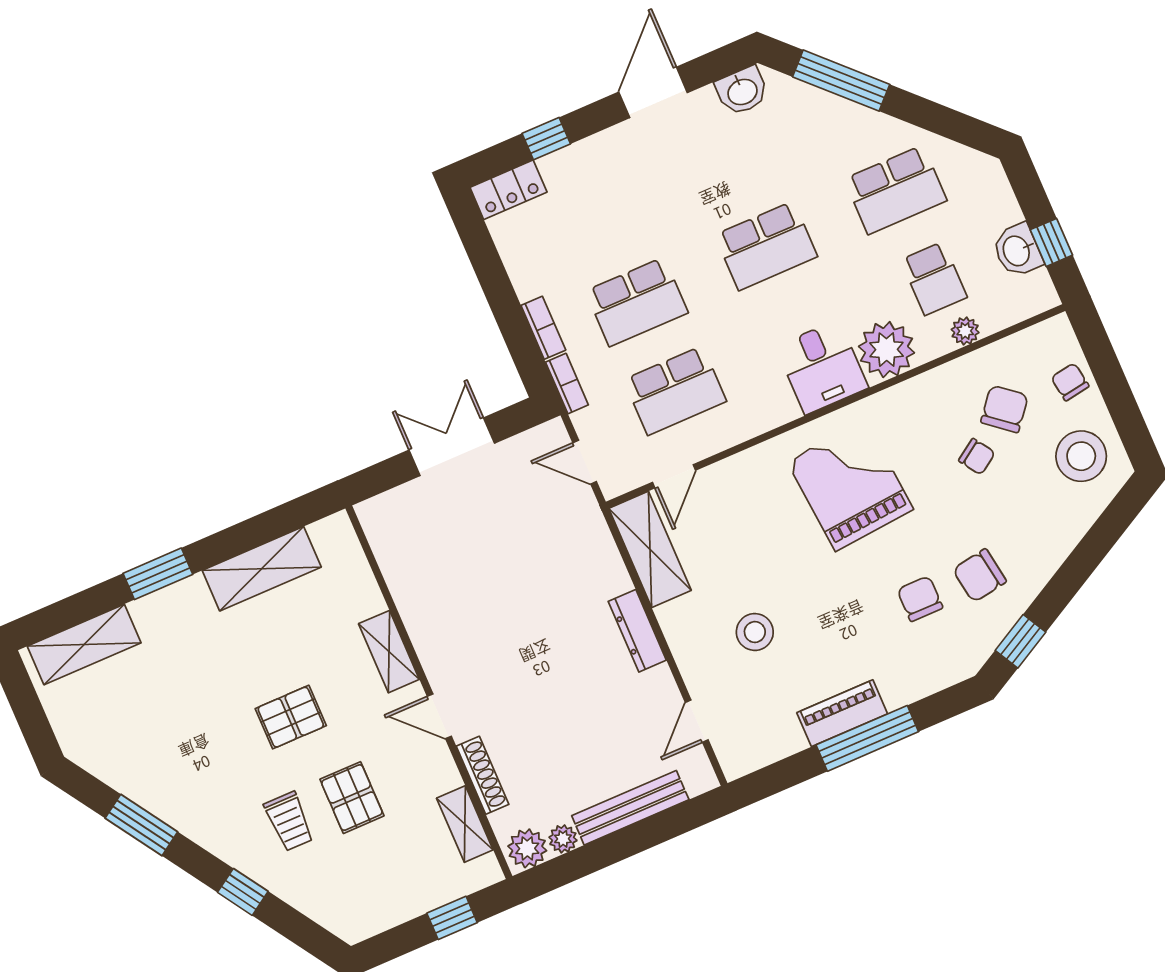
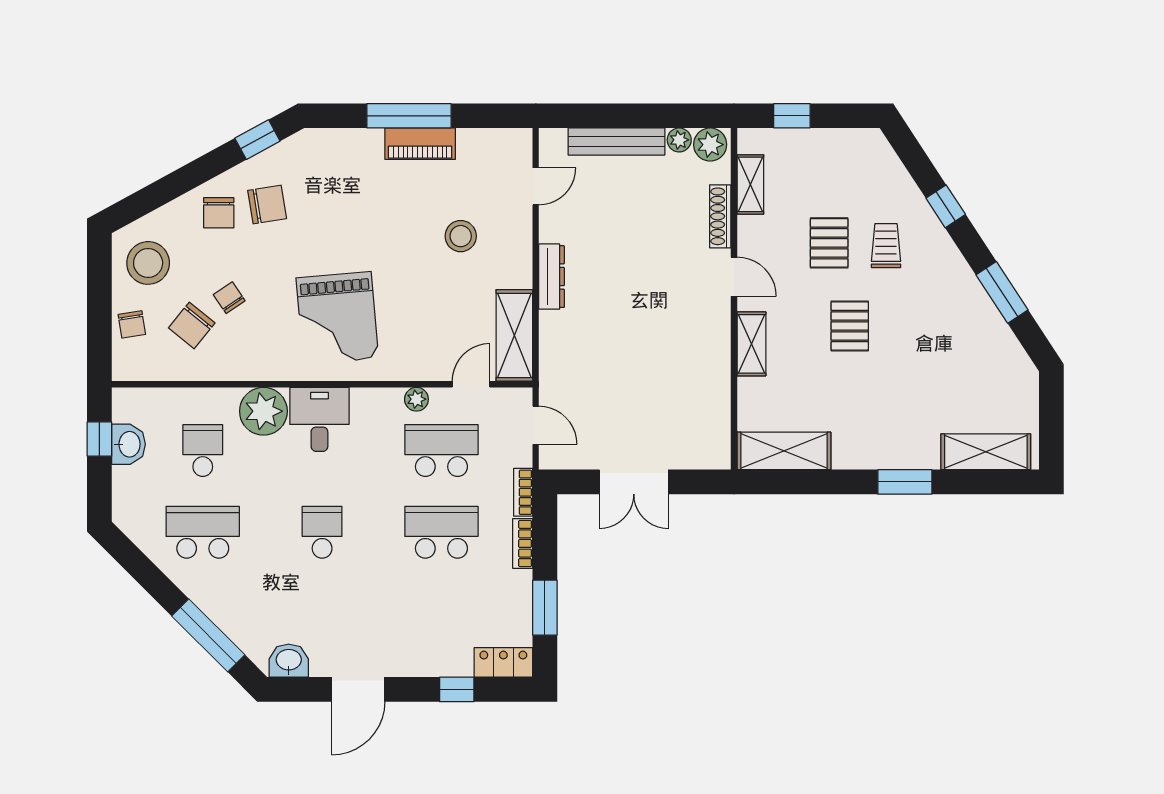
school desk: (766, 246) -> (322, 532), width x0.54
window: (489, 269) -> (545, 608), added
plant: (965, 331) -> (416, 399), moved
shelving: (262, 569) -> (784, 451), moved
chair: (920, 599) -> (219, 213), moved
pallet: (291, 717) -> (850, 326), turned 90

